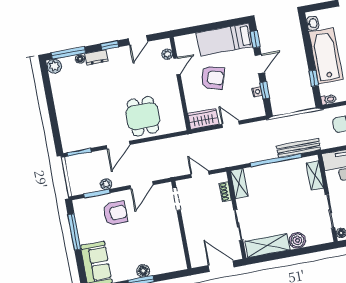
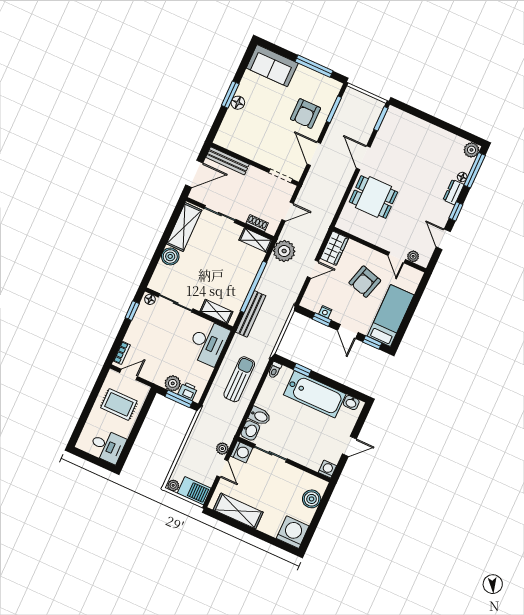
plant: (106, 184) -> (284, 251), moved, width x1.88, depth x1.88
bench: (193, 248) -> (227, 161), added

